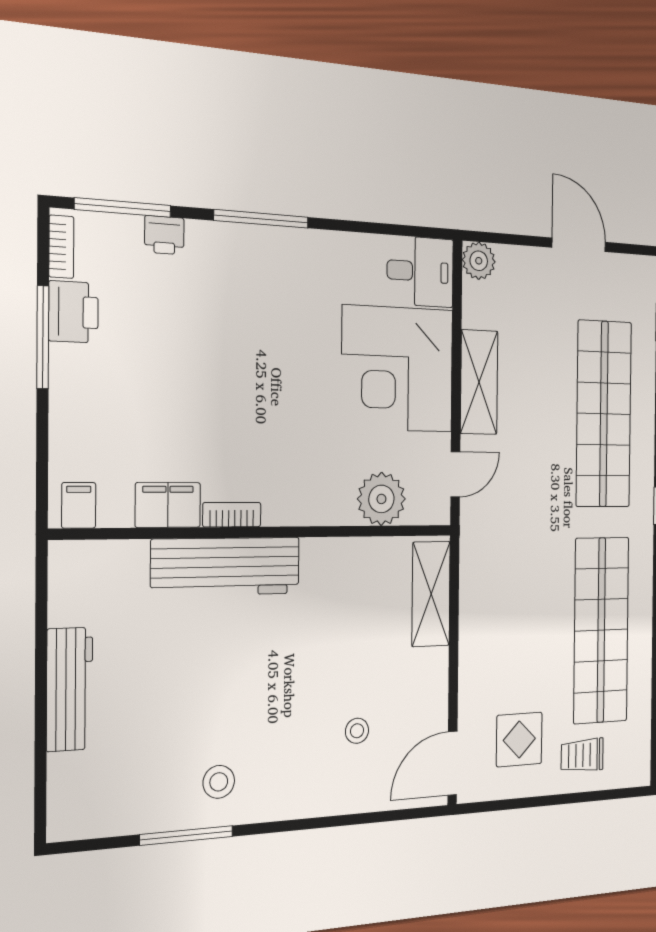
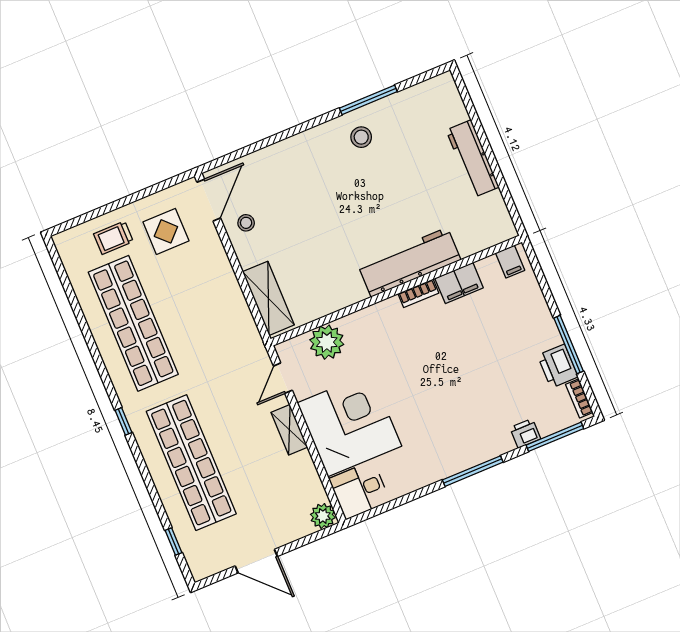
shelving: (479, 382) -> (289, 430), width x0.67, depth x0.75
stool: (357, 731) -> (246, 223), moved
trolley: (582, 755) -> (113, 238), turned 180

